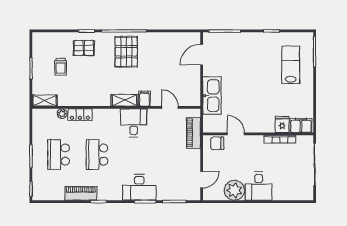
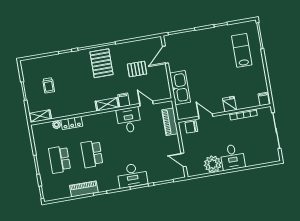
pallet: (84, 48) -> (137, 69), moved
desk: (134, 123) -> (129, 120), moved
fridge: (282, 124) -> (230, 104), moved
filing cabinet: (301, 125) -> (264, 99), width x0.50
door: (202, 180) -> (183, 160), swing flipped

